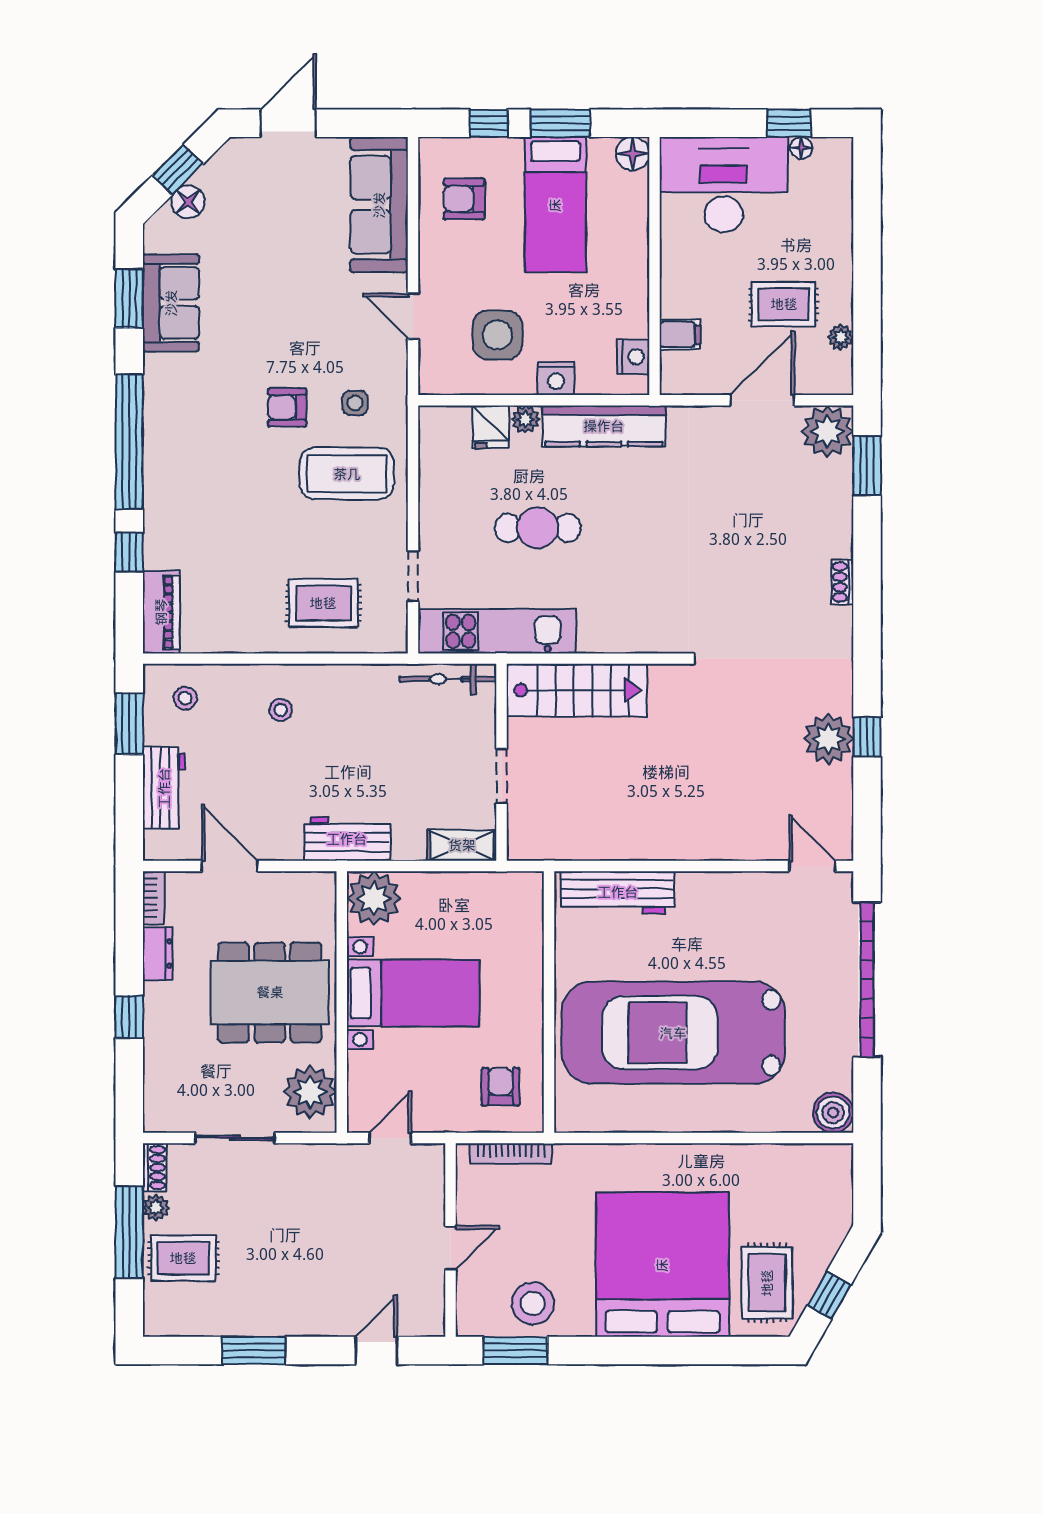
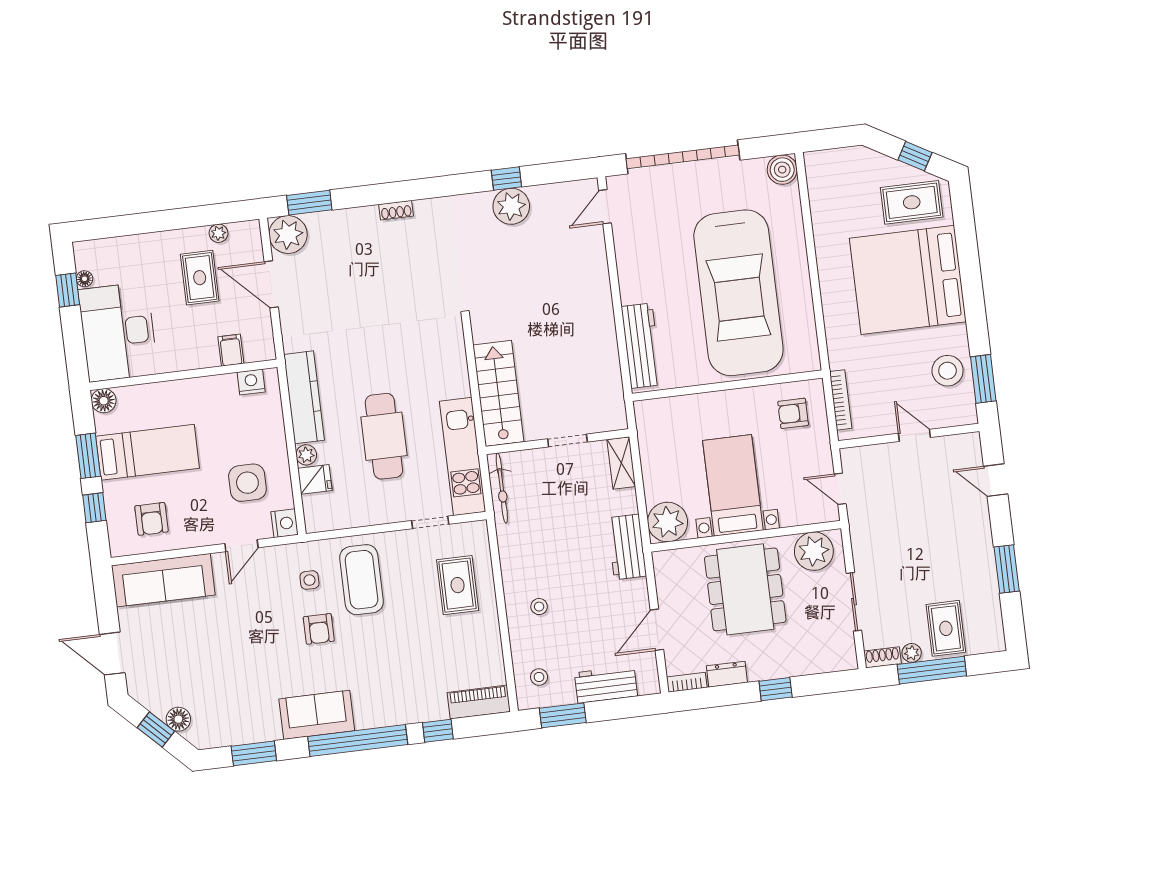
sofa: (171, 303) -> (317, 715), moved
nightstand: (556, 379) -> (285, 523), moved
cafe table: (538, 528) -> (384, 436), width x1.37, depth x1.35

